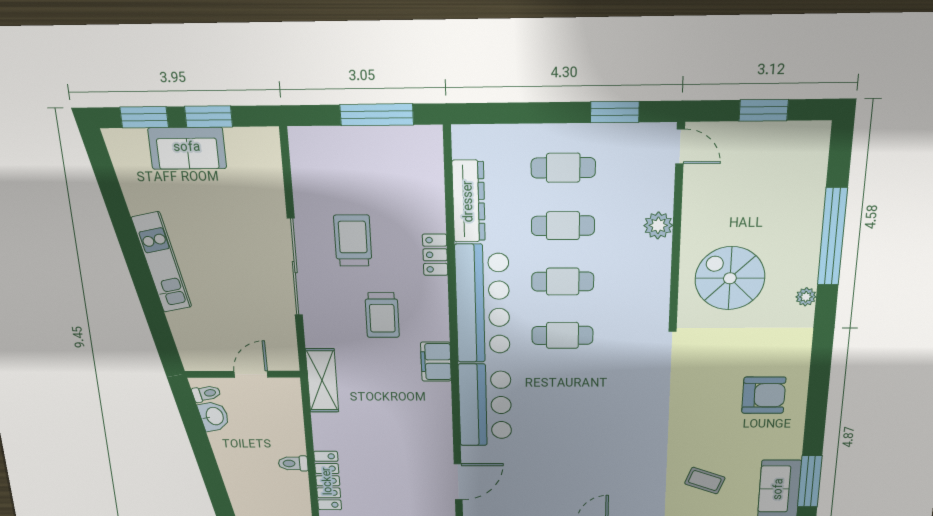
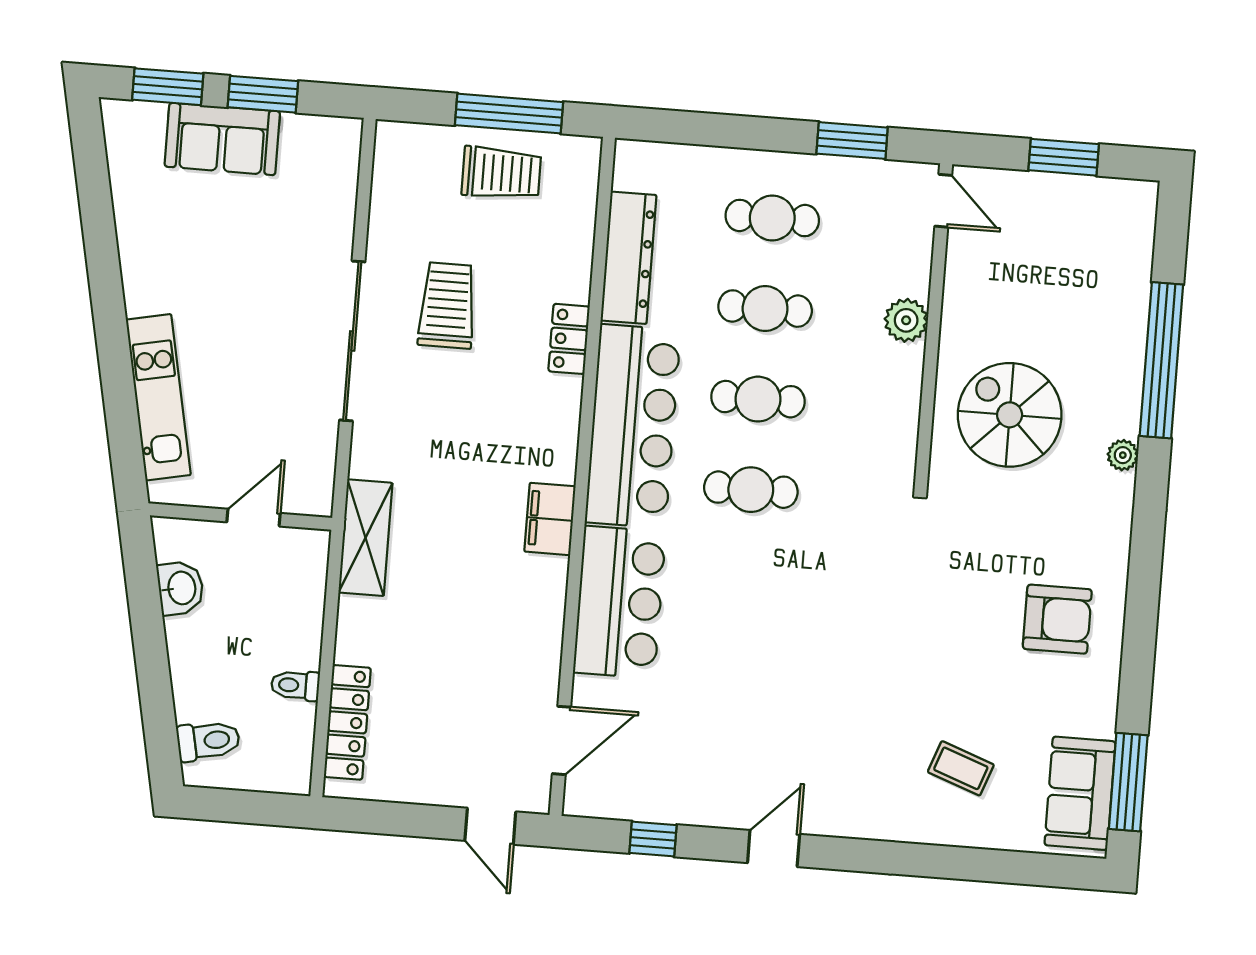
kitchen unit: (162, 262) -> (158, 397), moved
trolley: (382, 315) -> (501, 173), moved, turned -90
toilet: (206, 394) -> (208, 741), moved, width x1.37, depth x1.39

